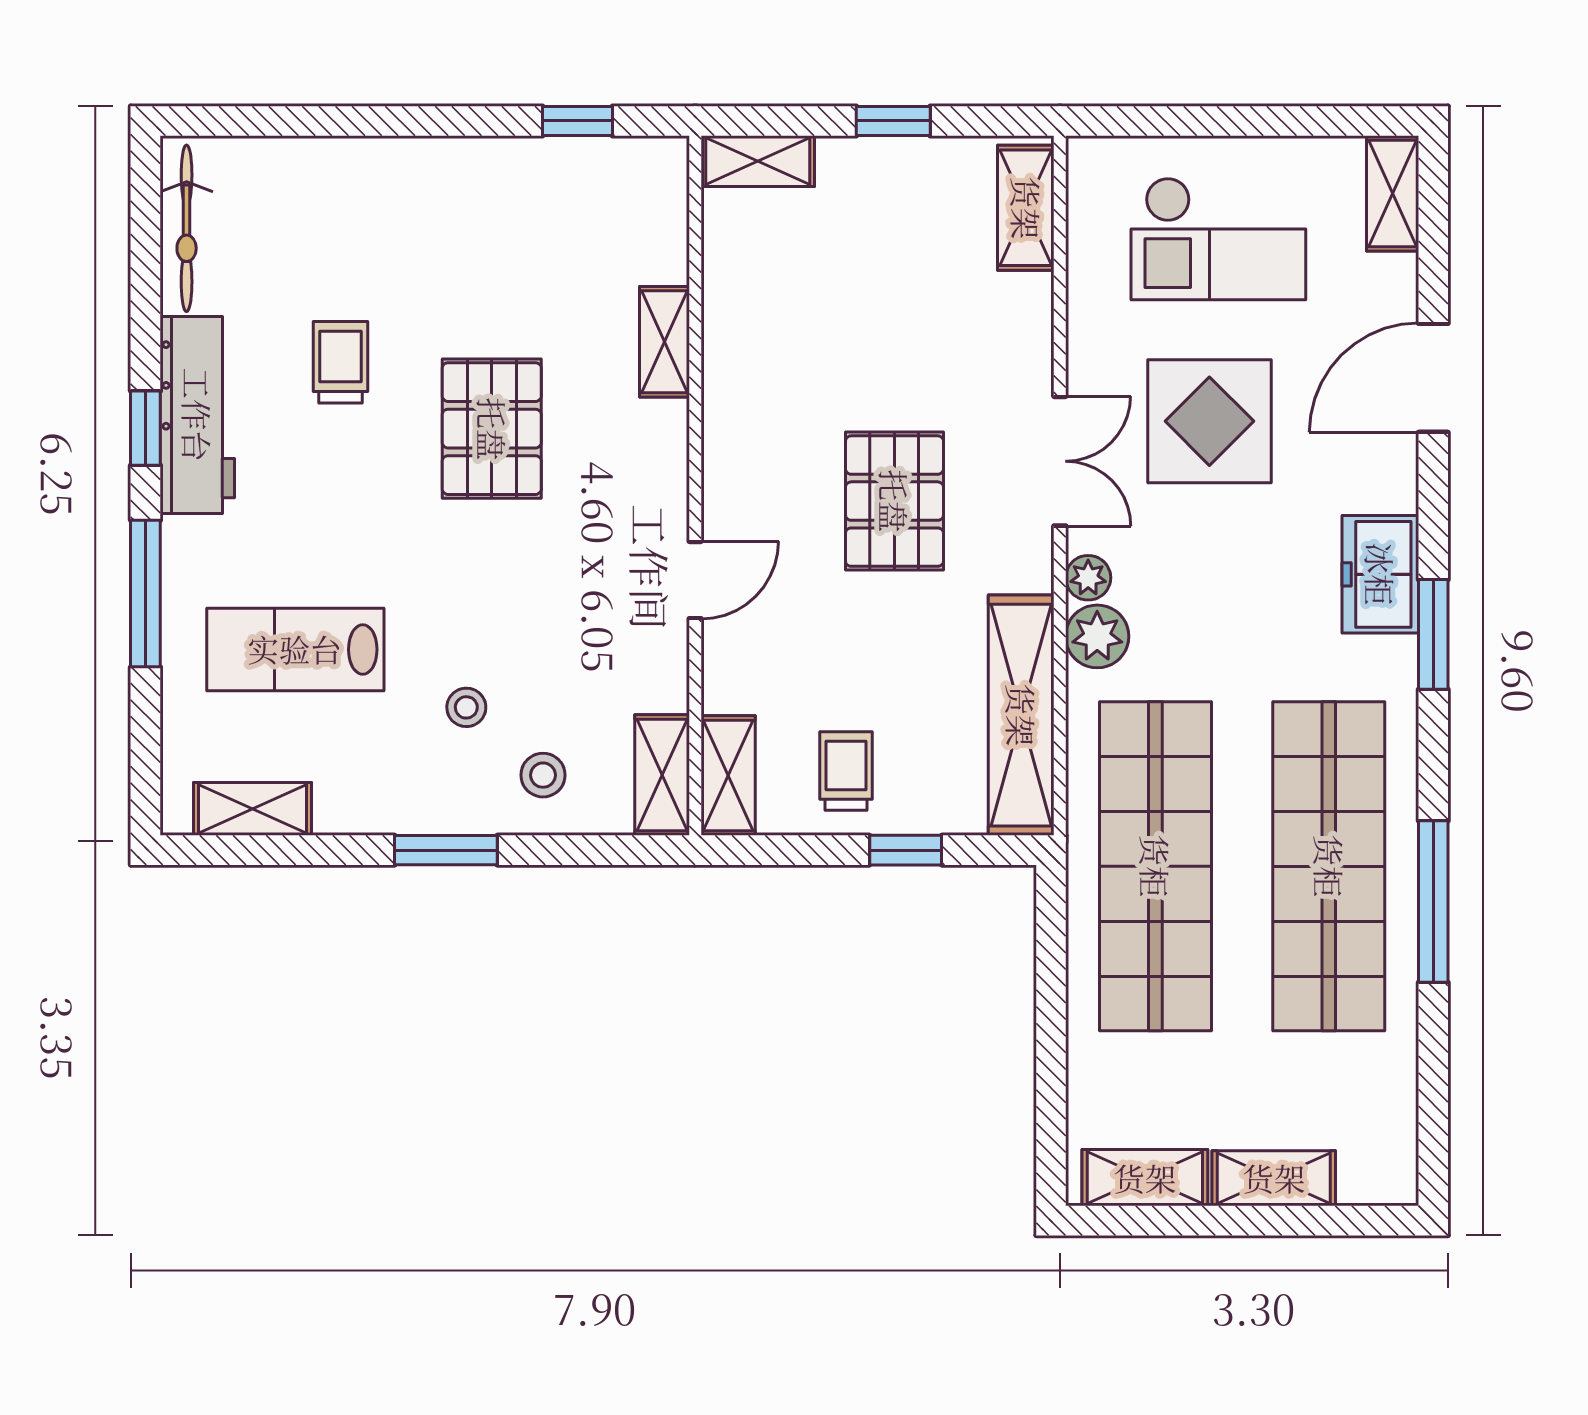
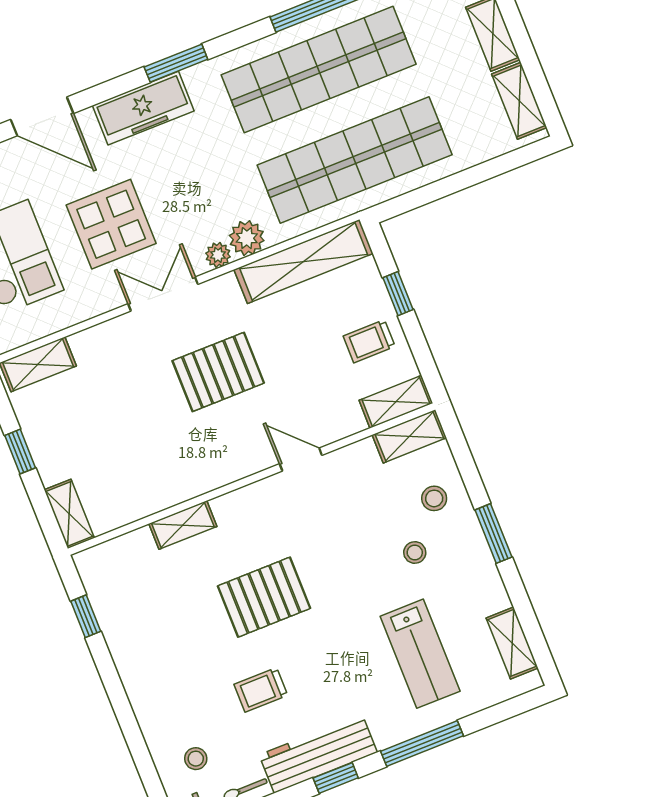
stool: (270, 209) -> (196, 759), added
freezer: (1380, 574) -> (143, 108), width x1.40

